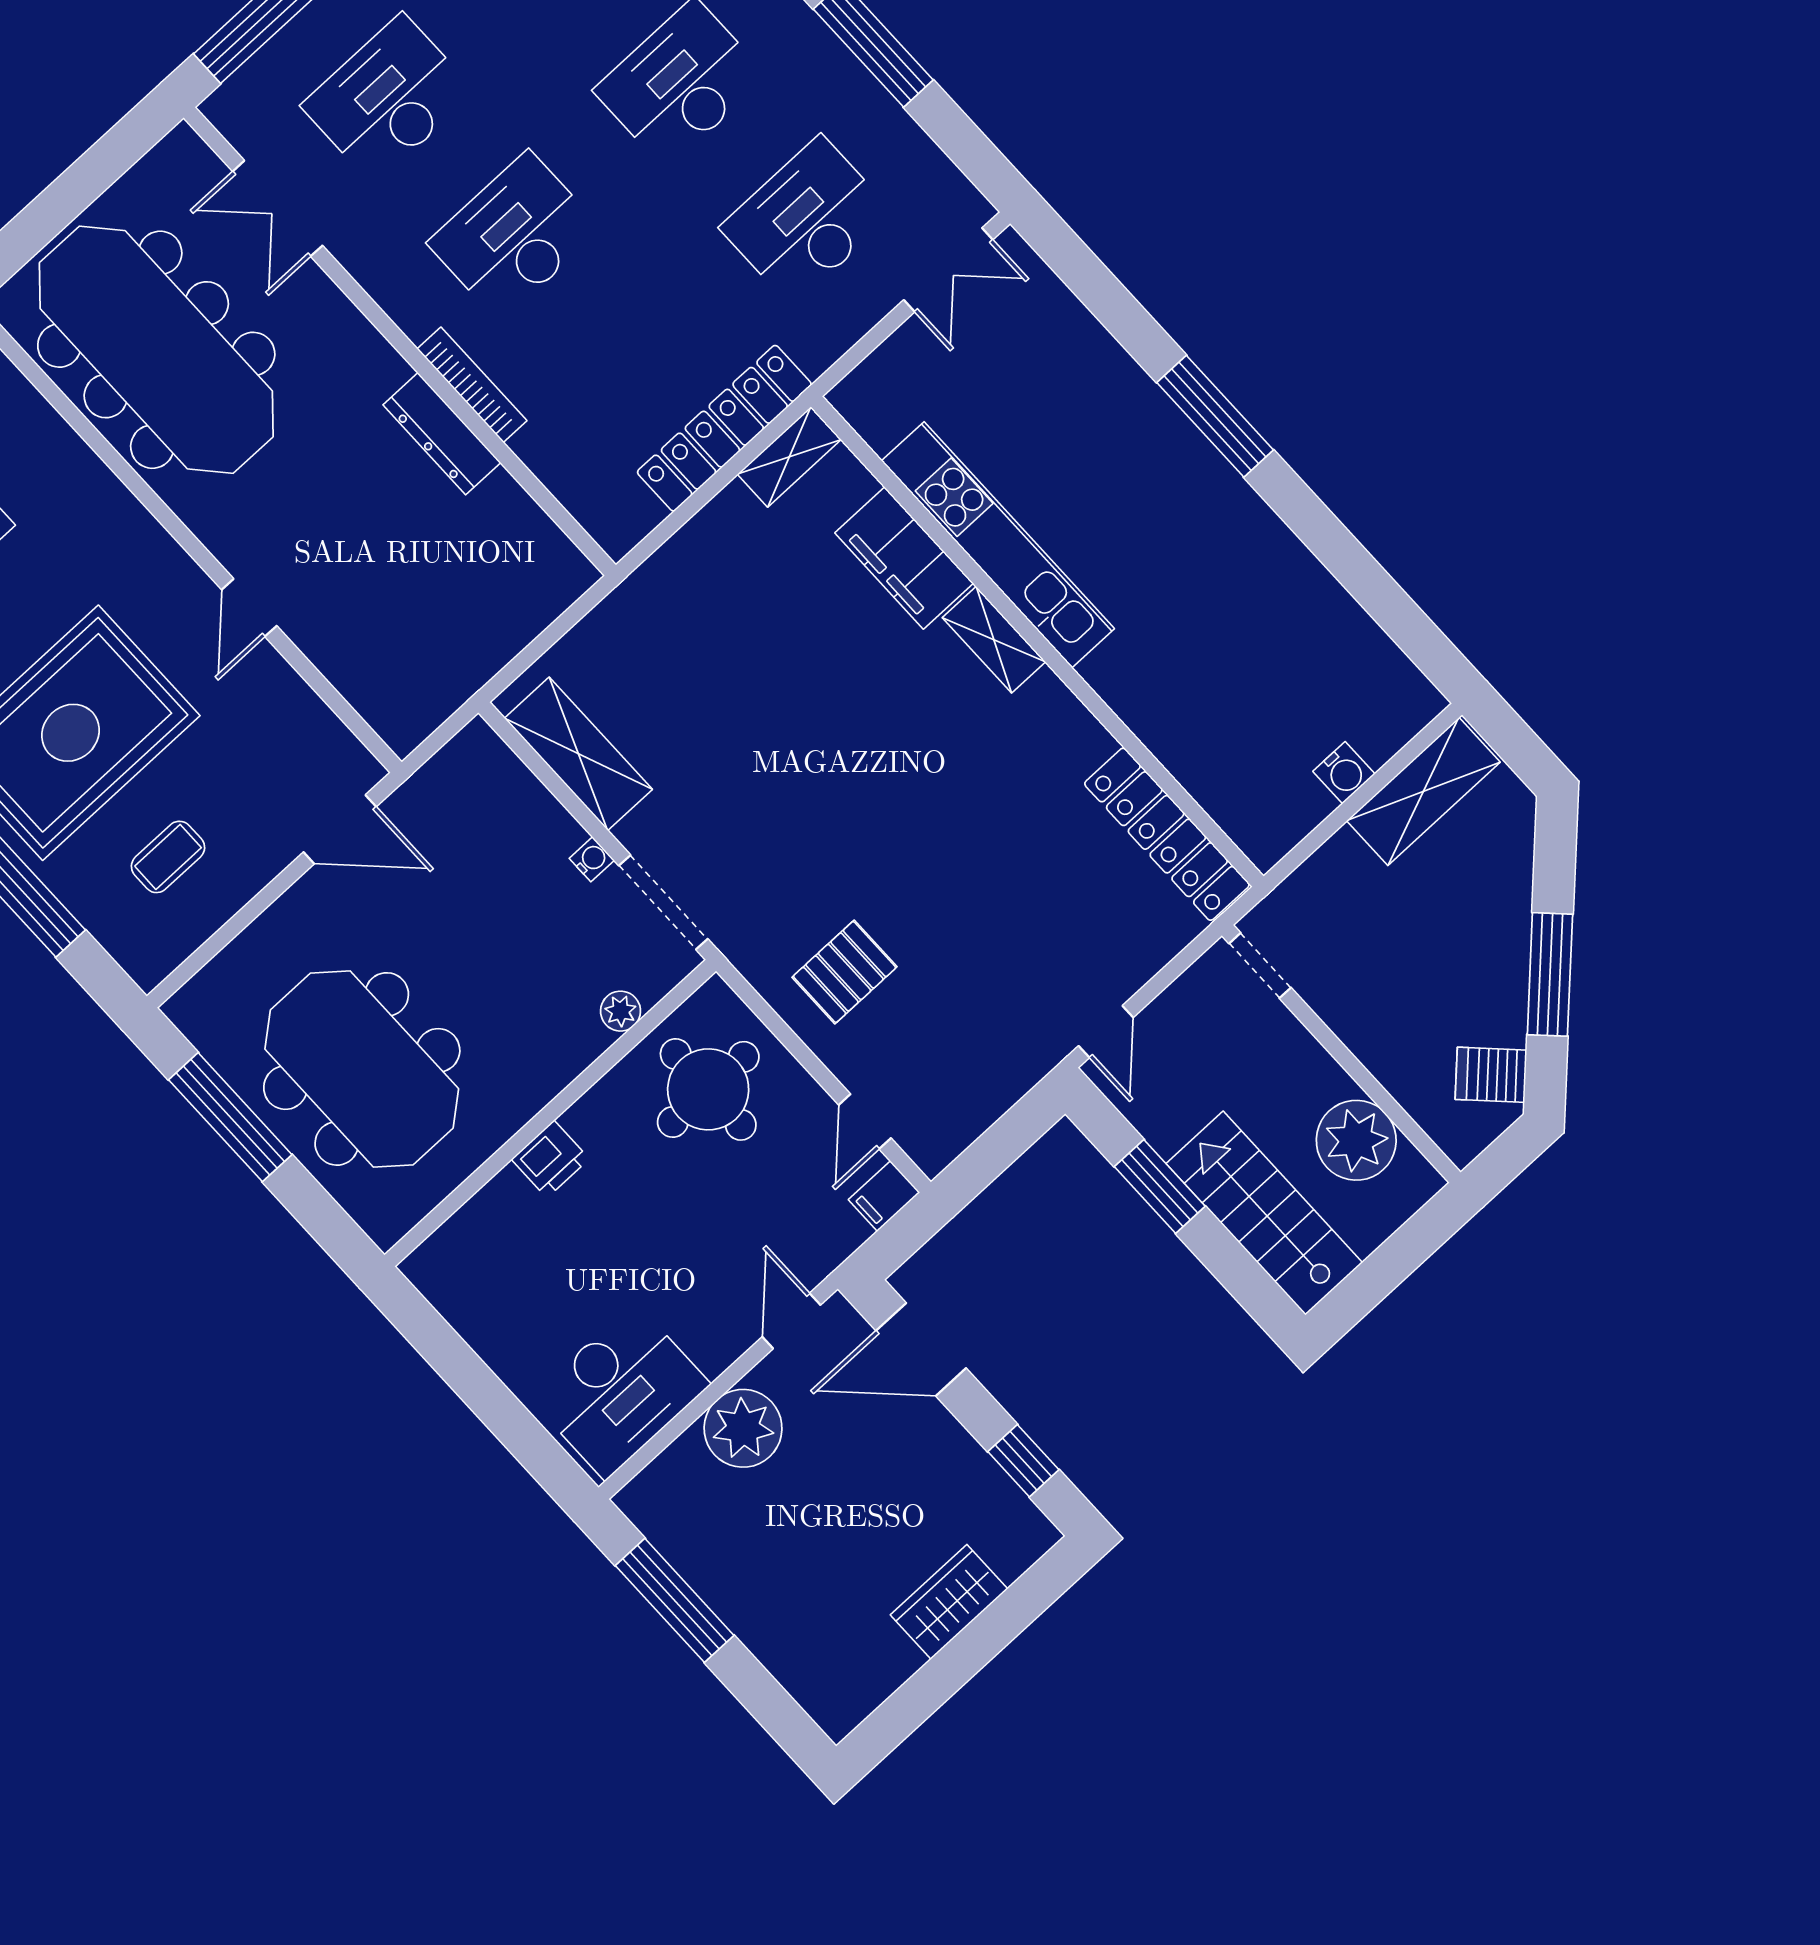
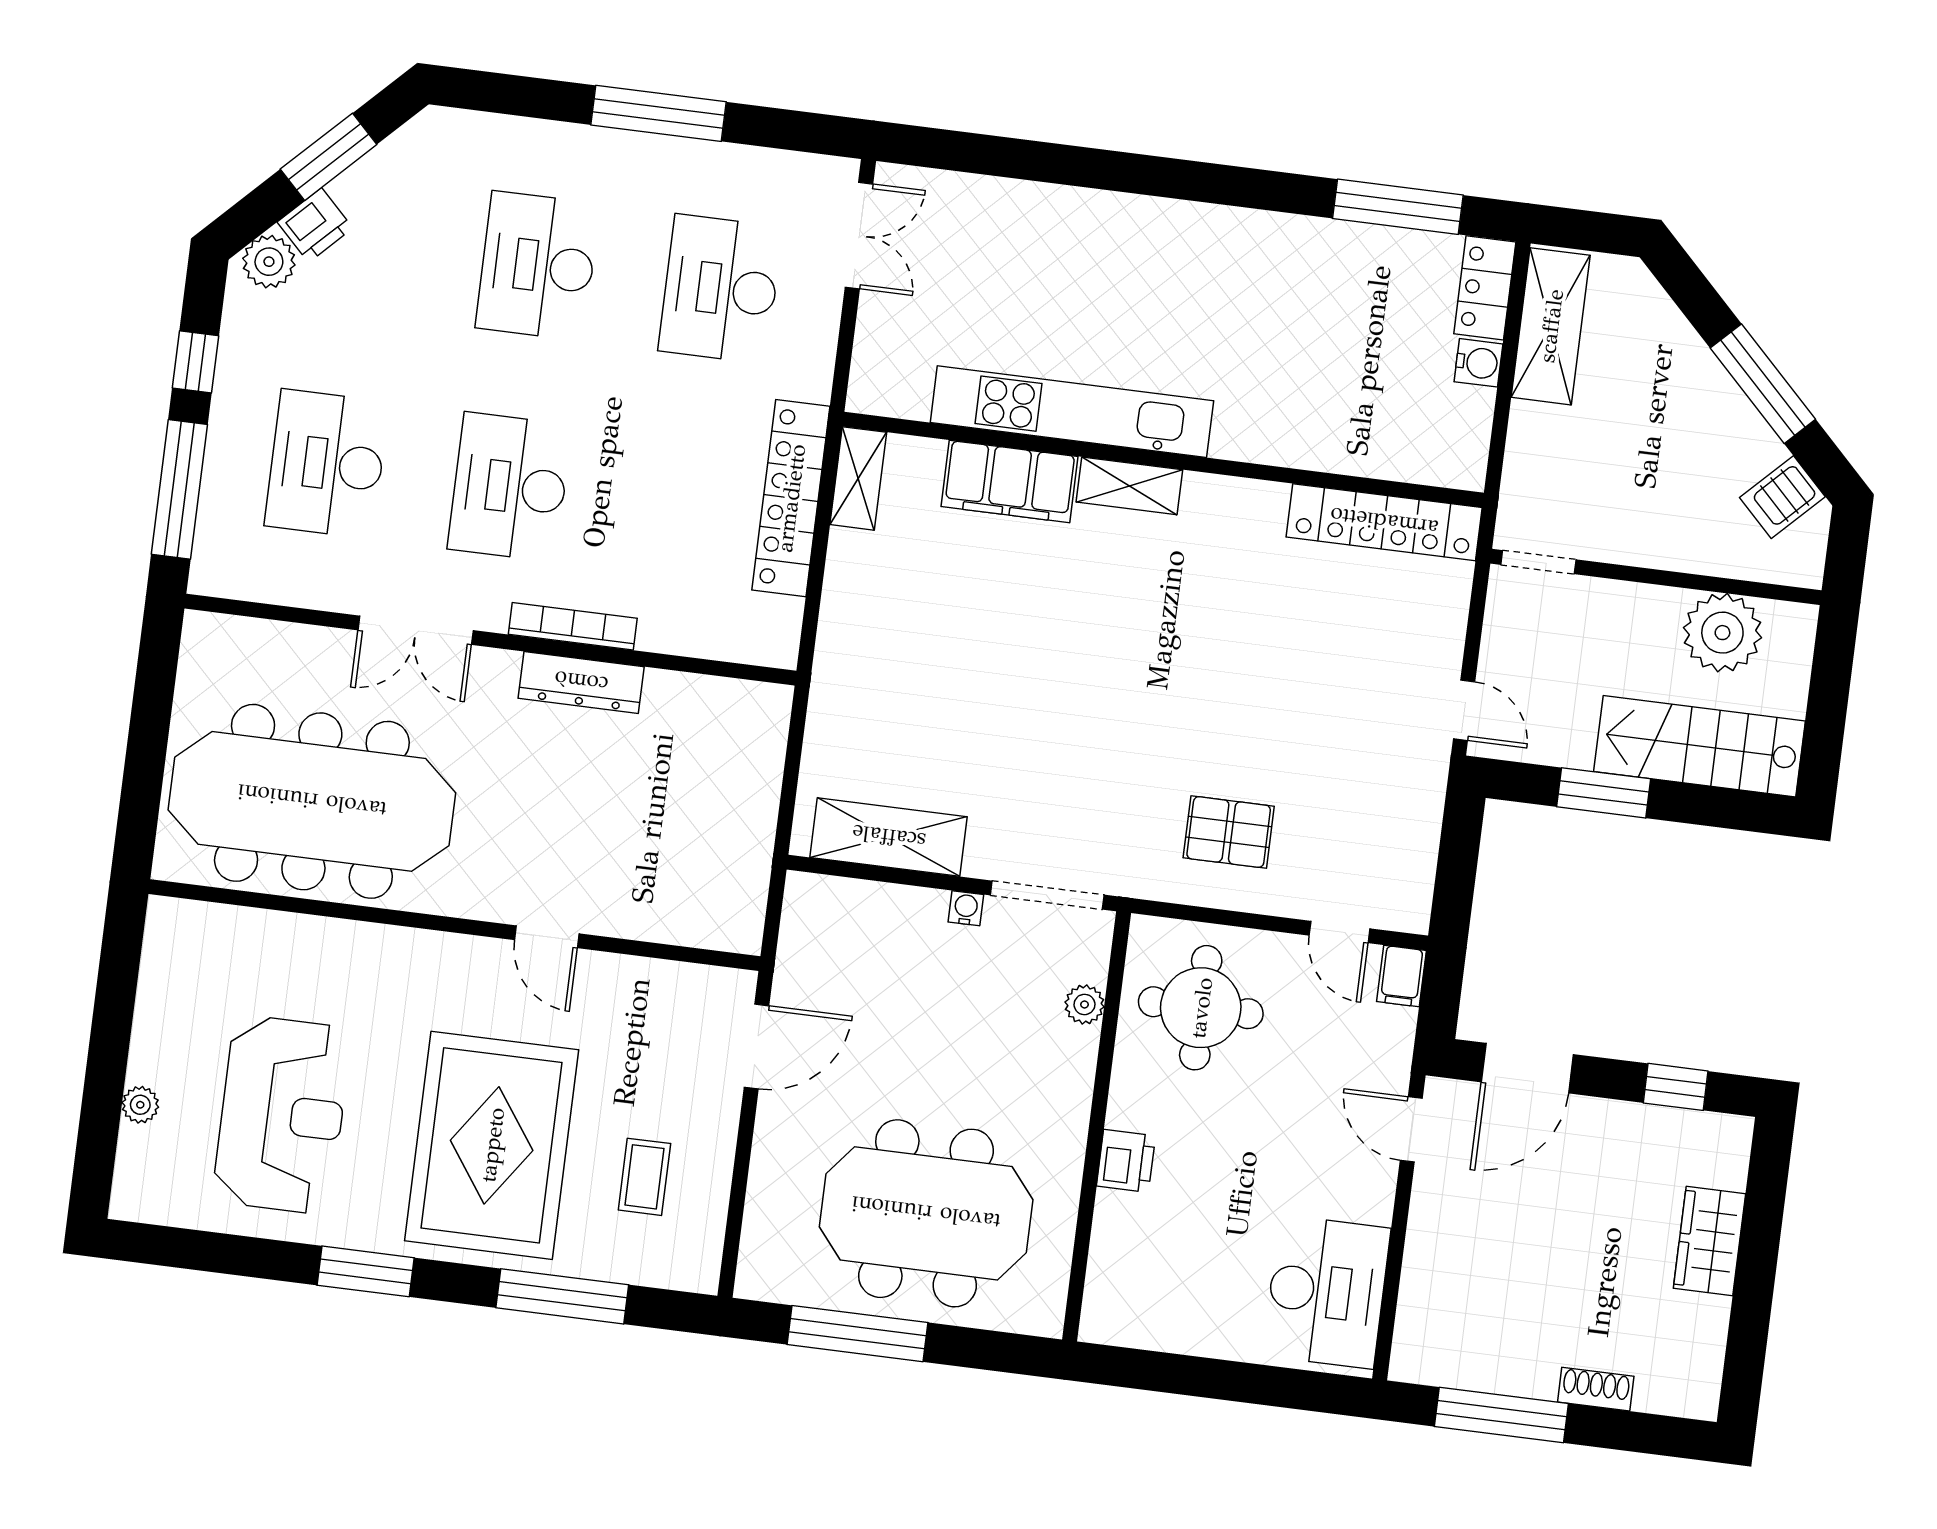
double door: (278, 208) -> (416, 630), moved
window: (1215, 416) -> (1398, 207), moved
locker: (1398, 719) -> (1485, 288), added
pallet: (845, 972) -> (1229, 832), turned 90
plant: (743, 1428) -> (1443, 1241), removed
shoe rack: (764, 1642) -> (1596, 1389), added

